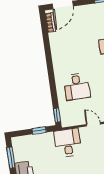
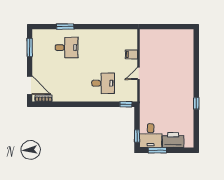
window: (39, 130) -> (137, 136), moved
desk: (68, 143) -> (151, 136), moved, turned -90

